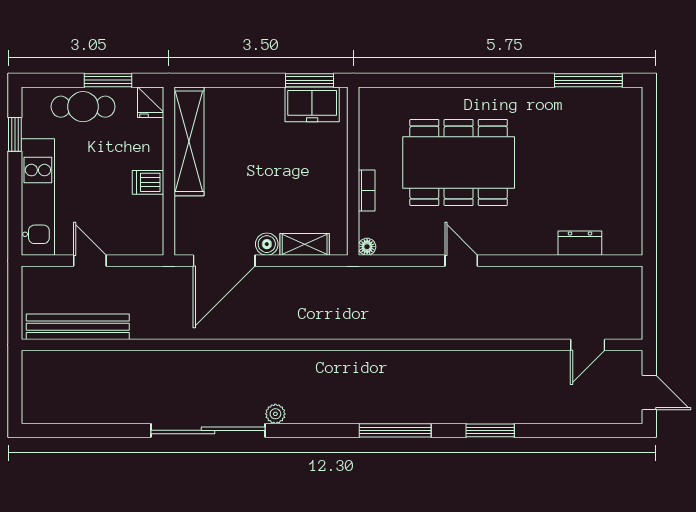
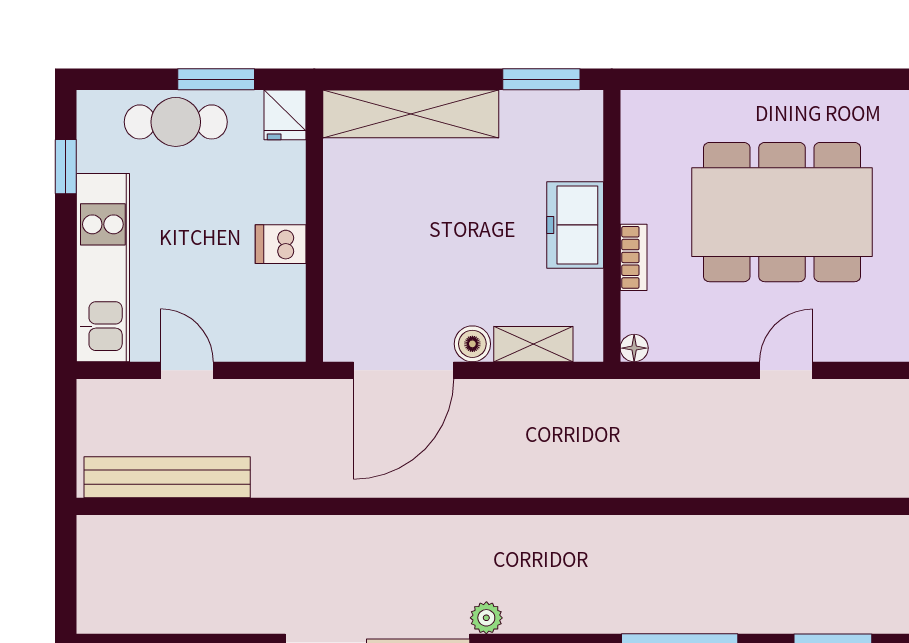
freezer: (312, 104) -> (575, 225), moved, turned 90
shelving: (189, 141) -> (411, 114), moved, turned 90
door: (461, 261) -> (786, 370), hinge flipped

